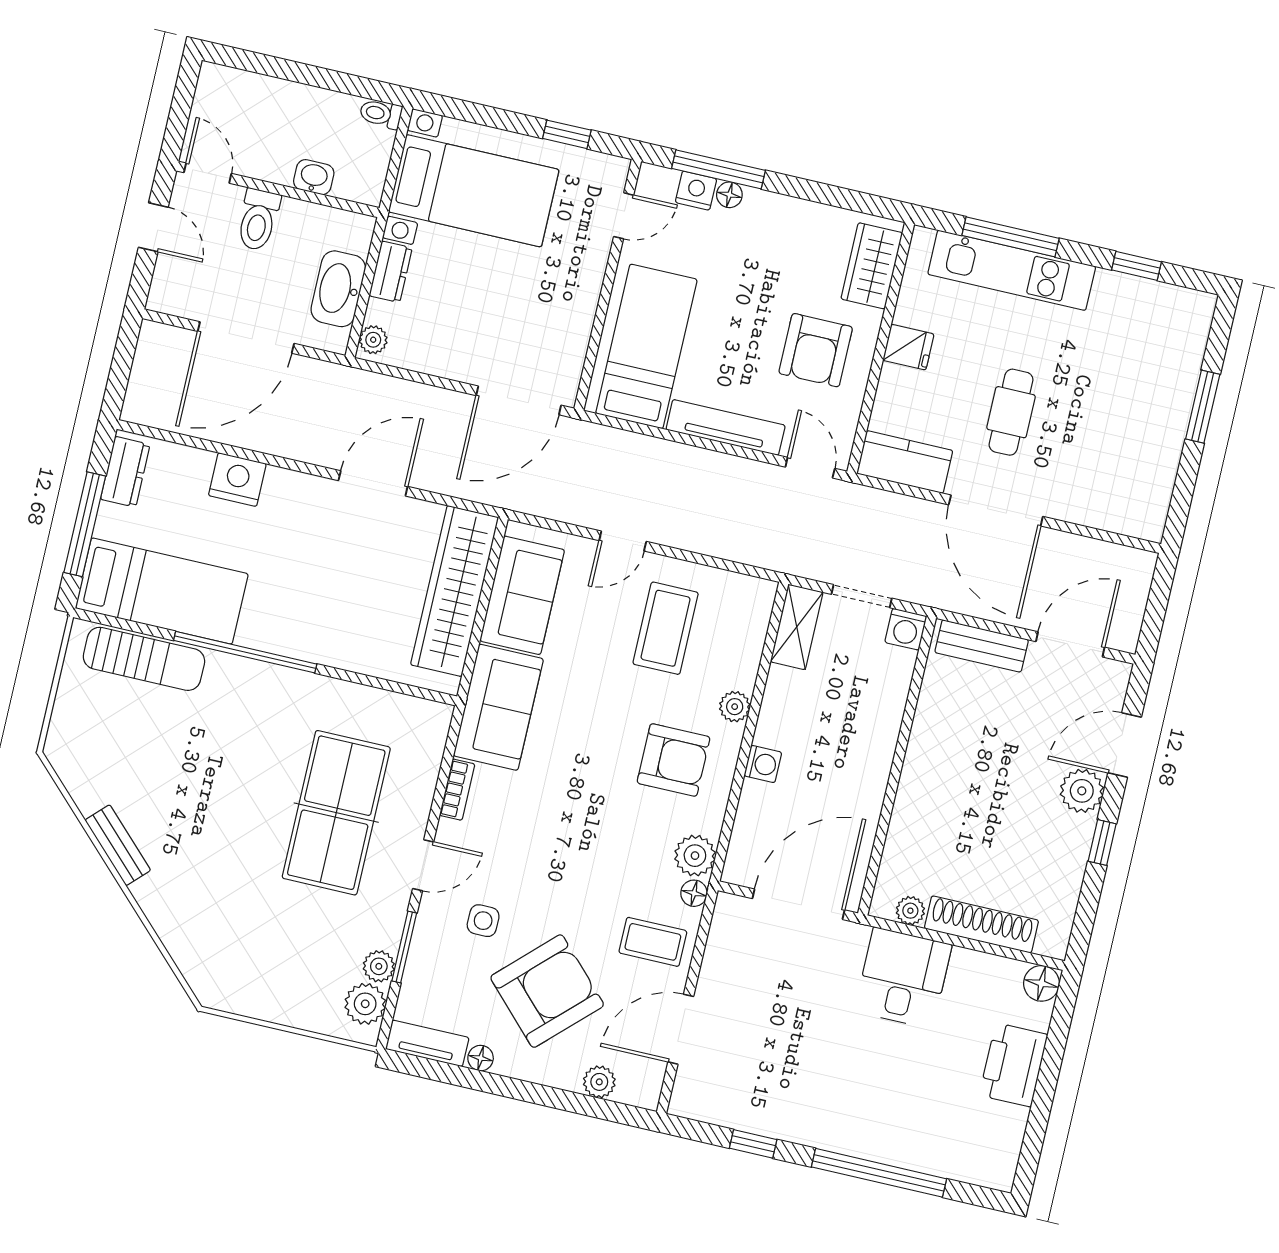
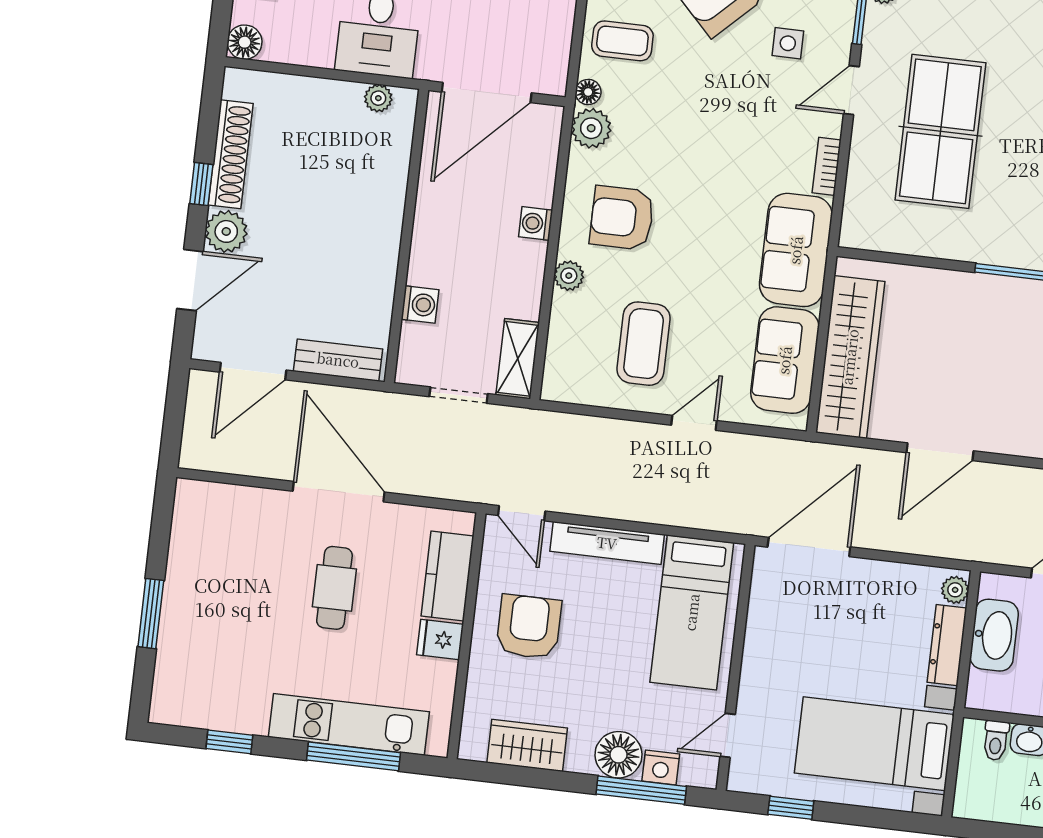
toilet: (381, 114) -> (996, 741), moved, turned 90
floor lamp: (729, 195) -> (618, 755), width x1.89, depth x1.89
wardrobe: (872, 266) -> (527, 745), moved, turned -90
dresser: (391, 272) -> (947, 645), width x1.44
kitchen counter: (905, 462) -> (447, 576), moved, turned 90
washing machine: (906, 629) -> (420, 305), moved, turned 90
shoe rack: (981, 924) -> (231, 154), moved, turned -90

